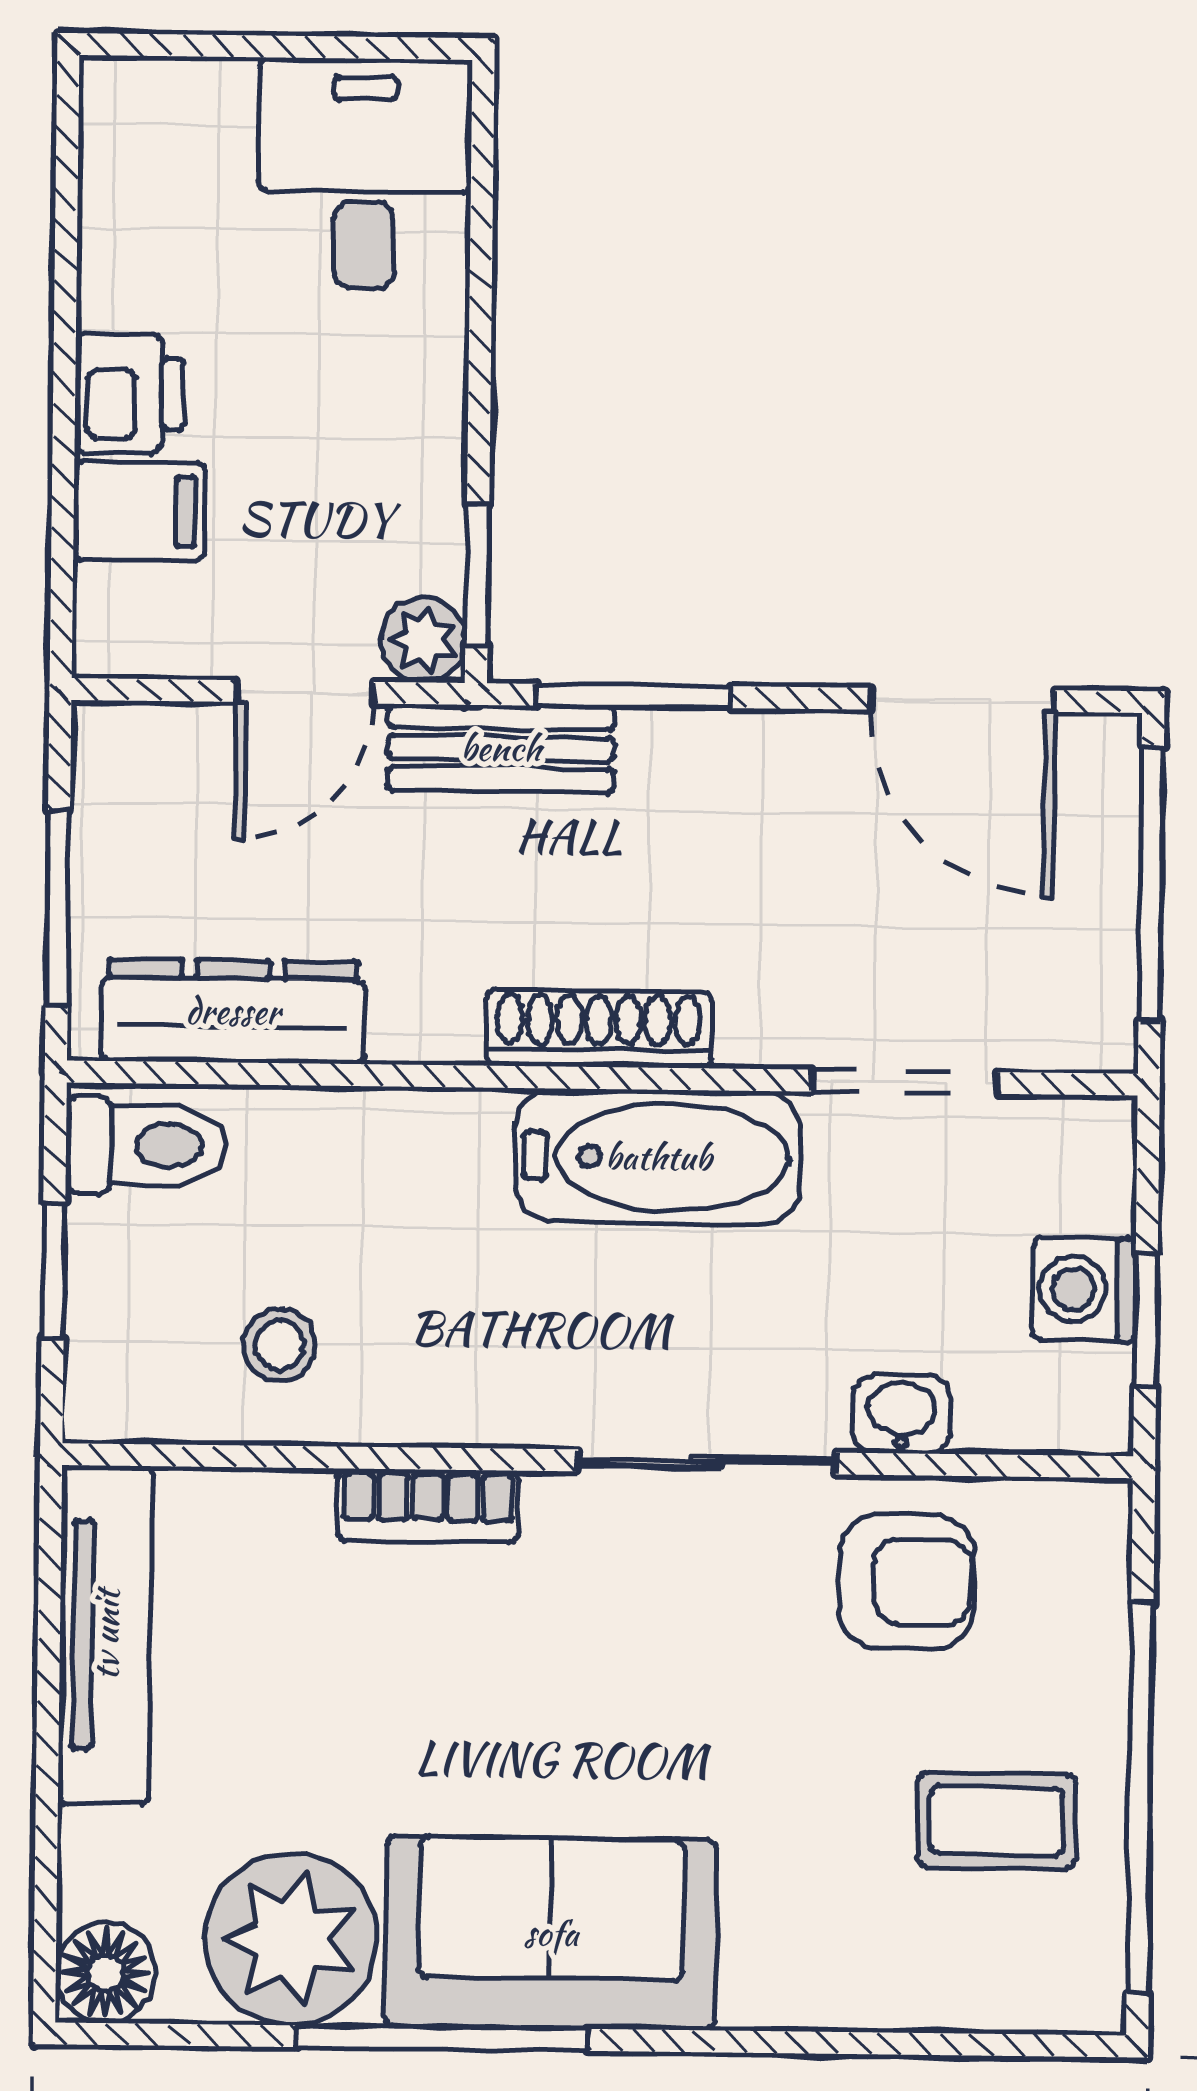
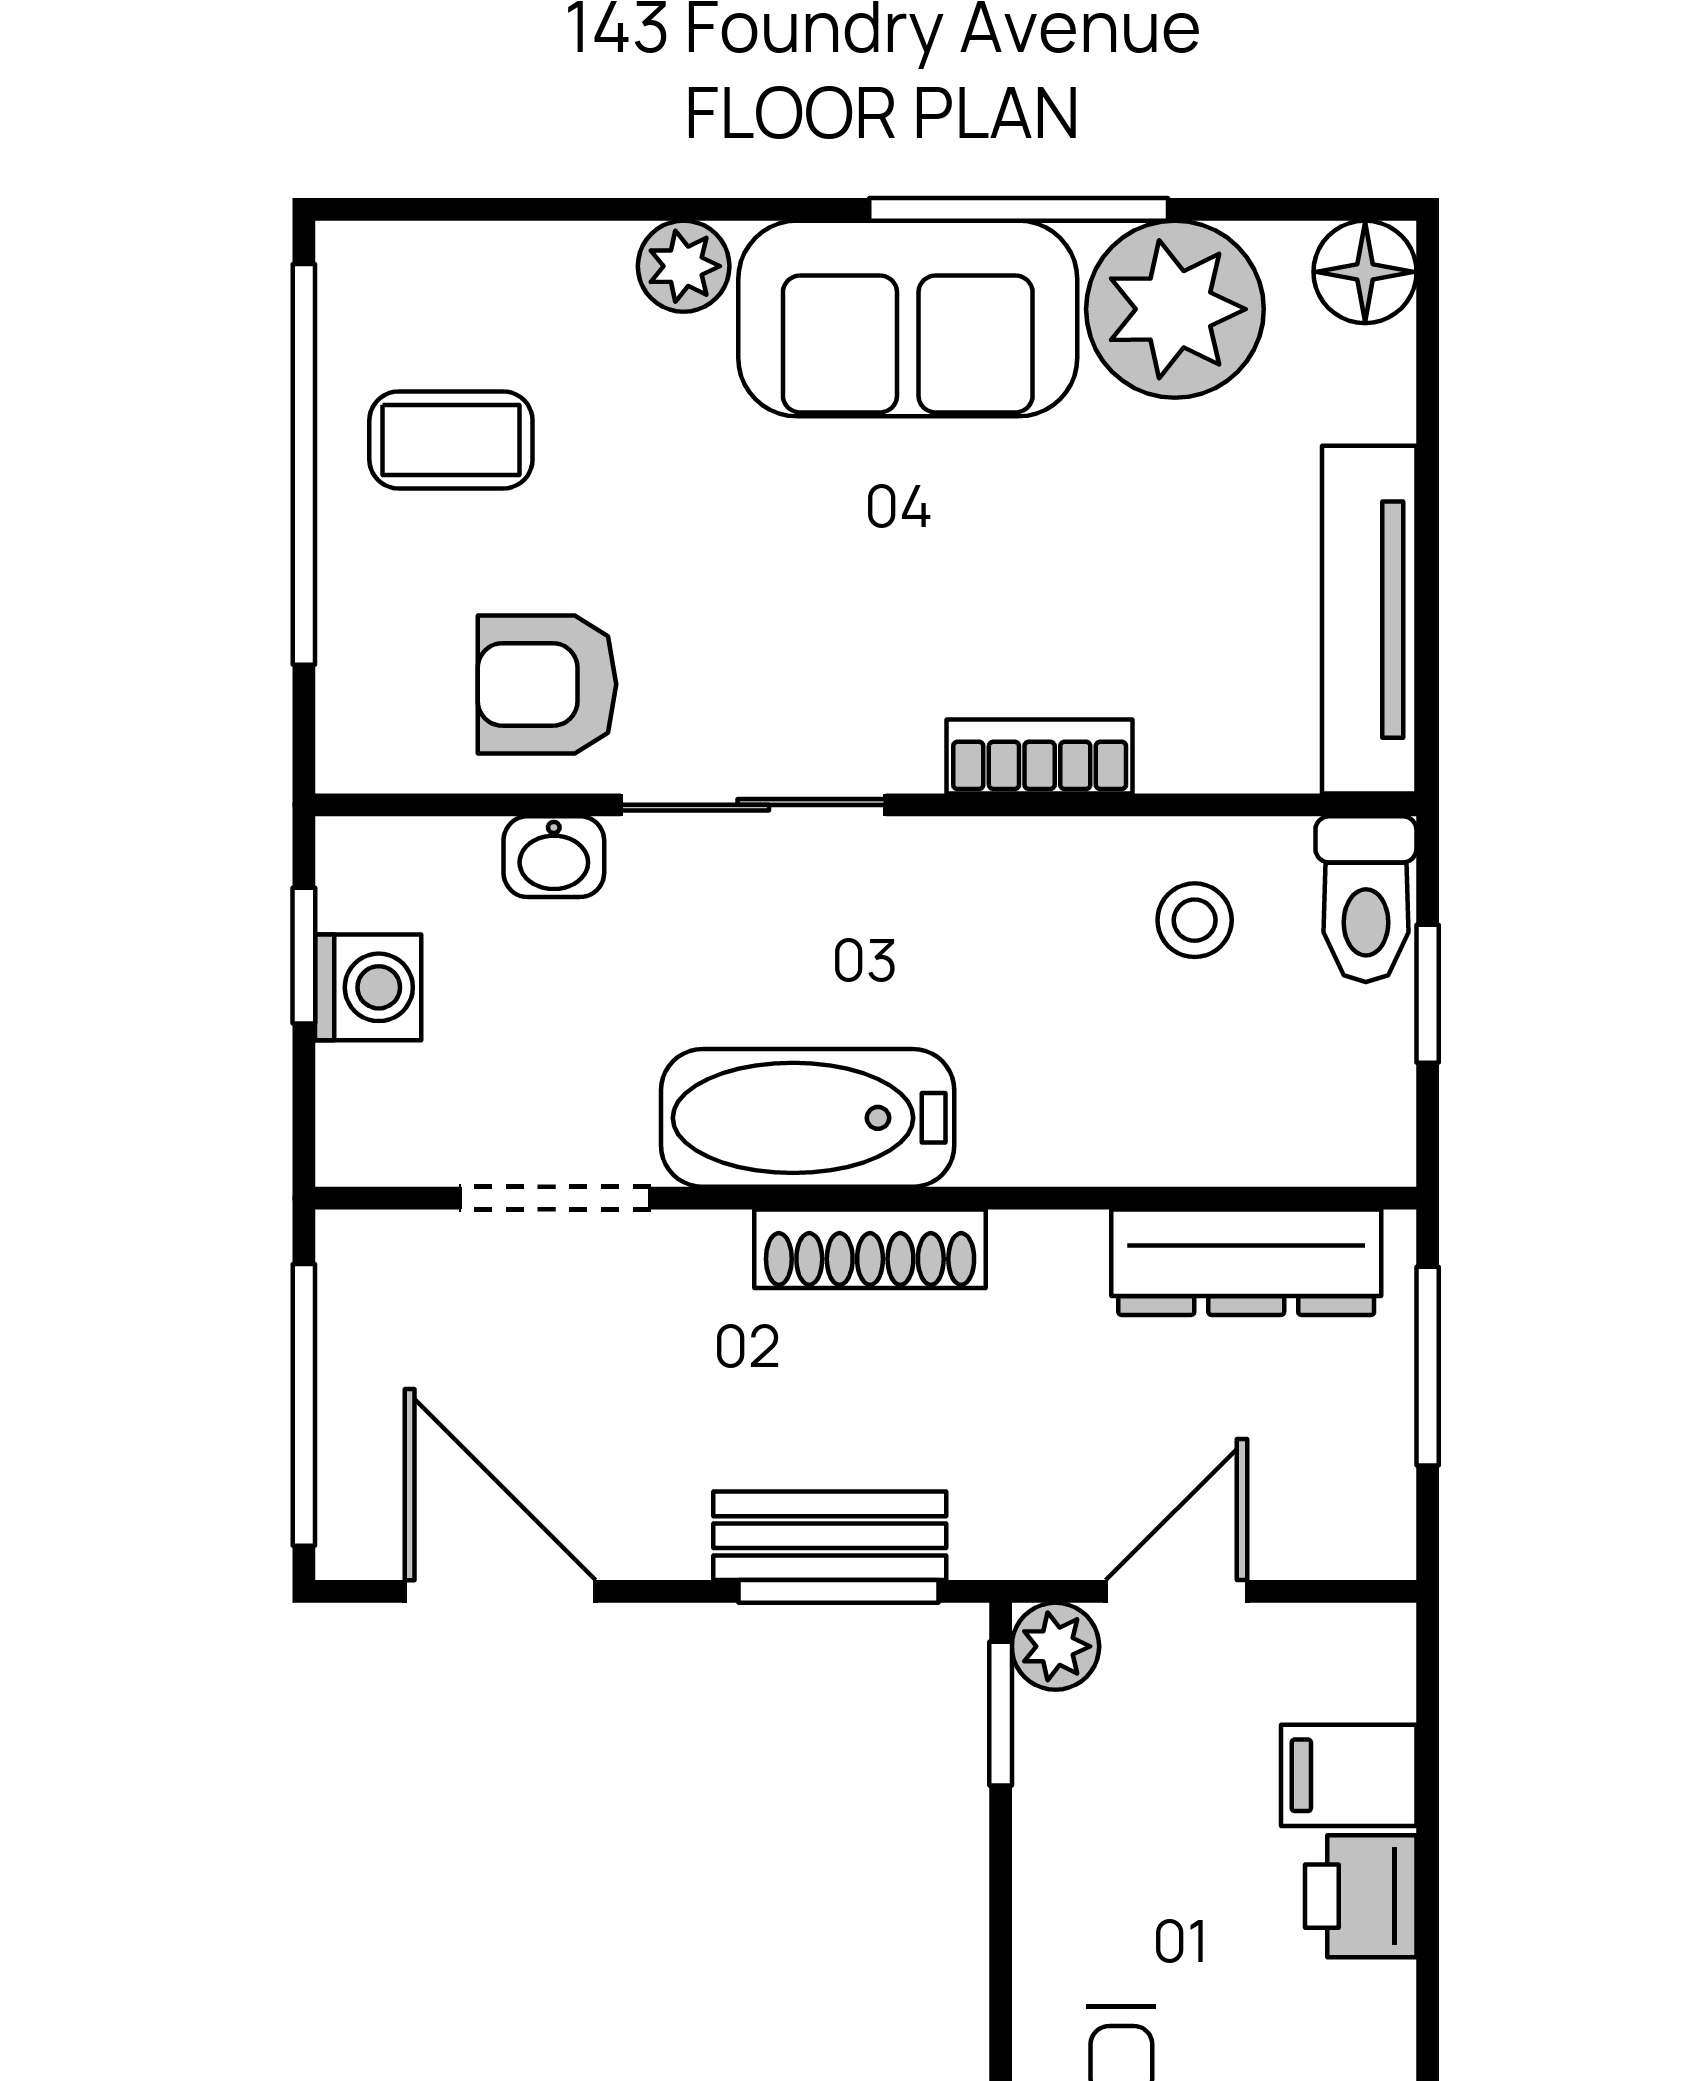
bench: (501, 748) -> (830, 1536), moved
toilet: (147, 1145) -> (1366, 899), moved, turned -90
plant: (768, 1987) -> (684, 266), added

